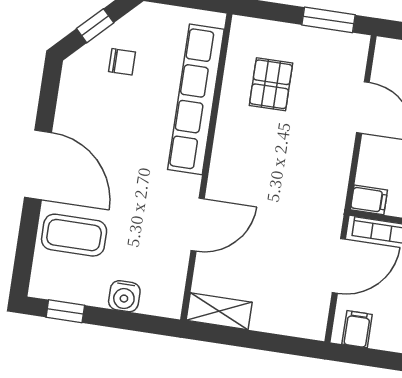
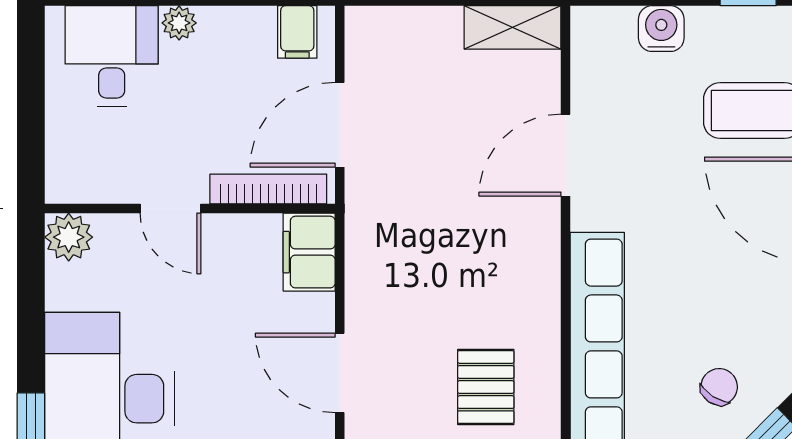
chair: (122, 62) -> (719, 387), turned 123
filing cabinet: (369, 200) -> (309, 252), width x2.00

